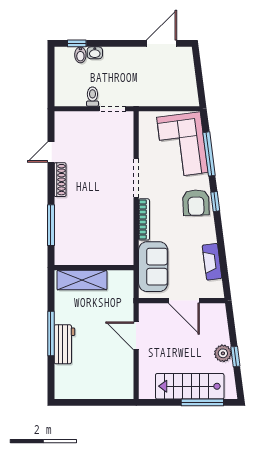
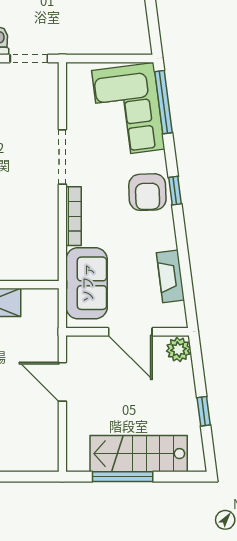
window: (209, 154) -> (163, 102), moved
plant: (223, 353) -> (178, 349), moved
window: (202, 402) -> (123, 477), moved

